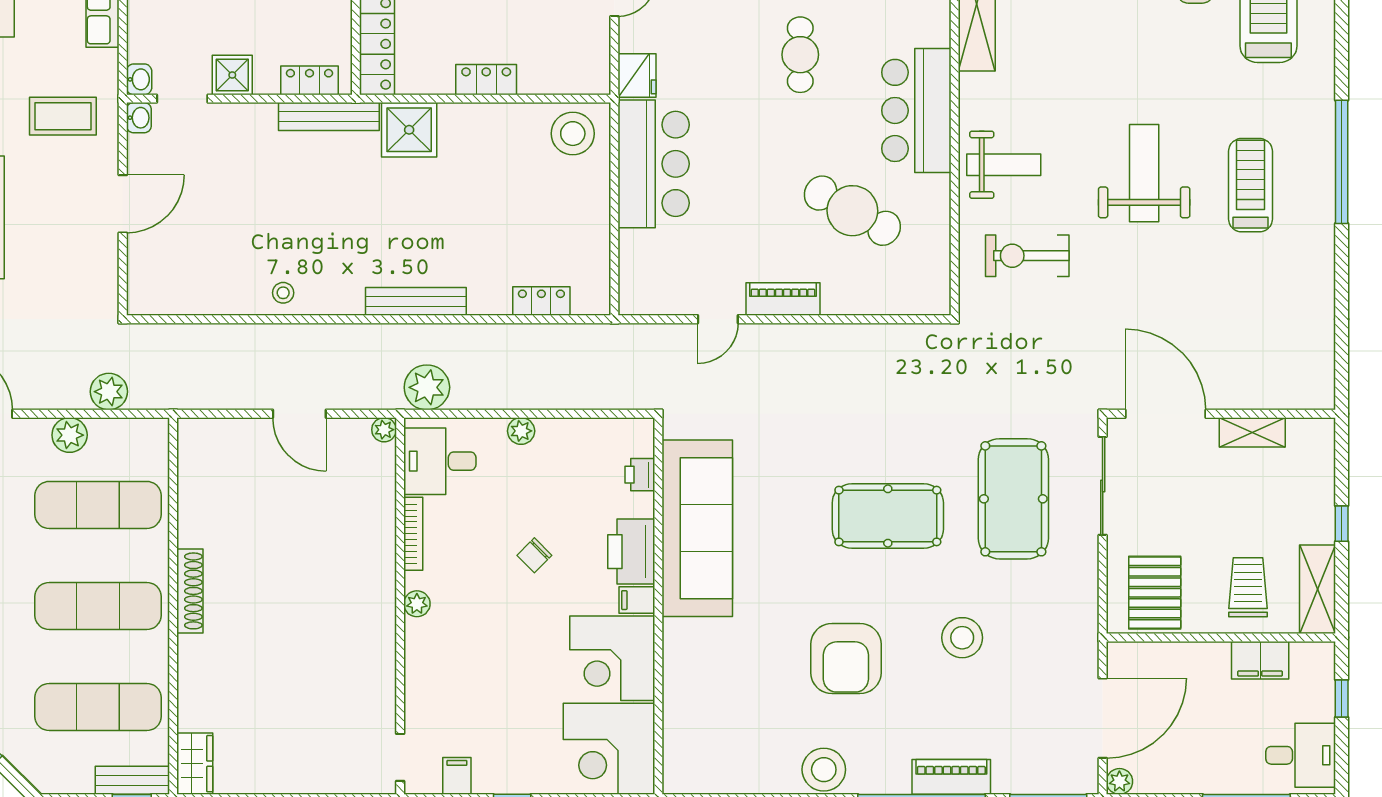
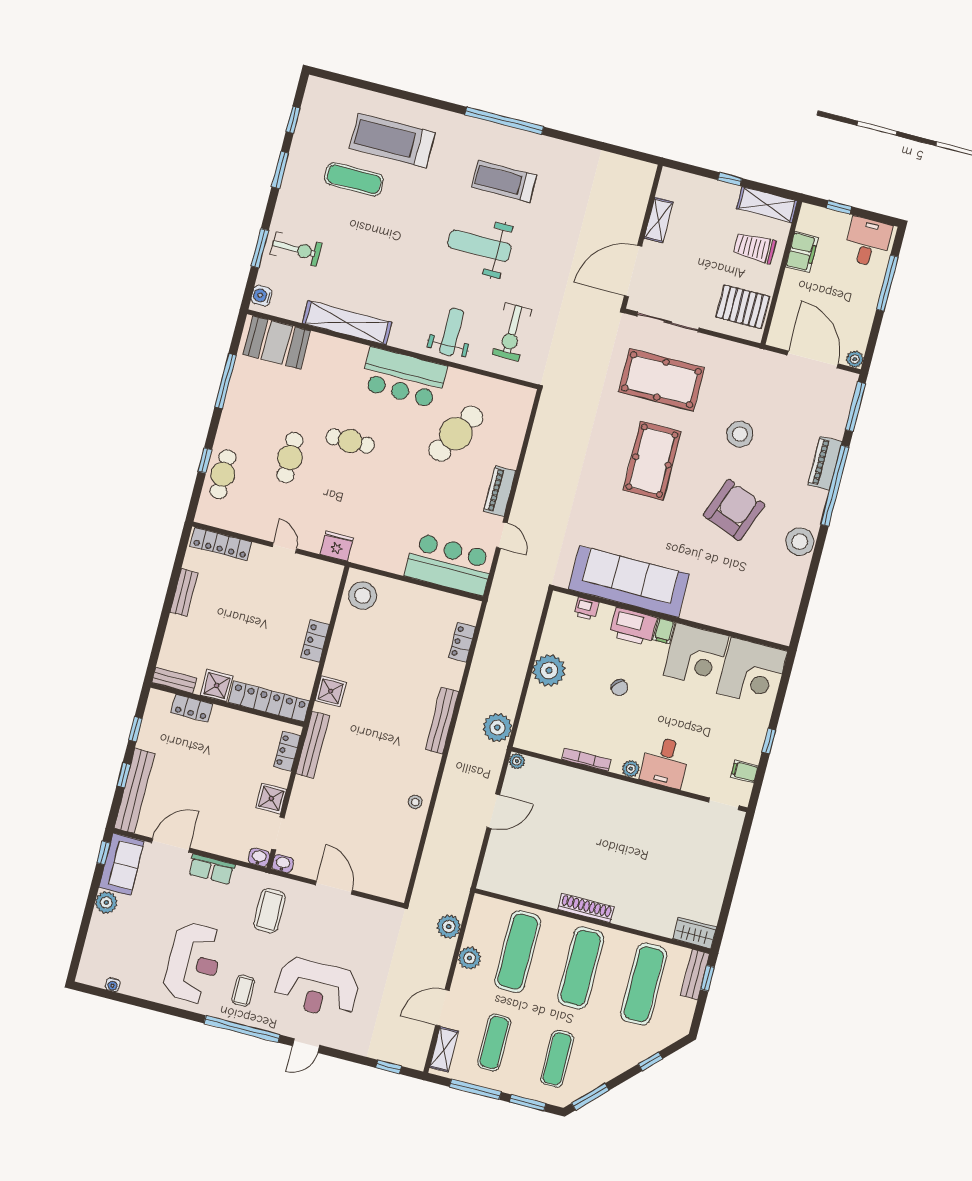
shower: (409, 130) -> (331, 691), width x0.73, depth x0.73
bar counter: (654, 164) -> (449, 564), moved
plant: (521, 431) -> (549, 670), width x1.88, depth x1.88
desk: (440, 461) -> (665, 762), moved
armchair: (846, 659) -> (734, 510), turned -69

